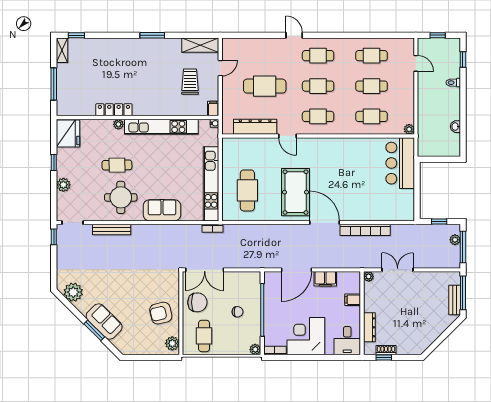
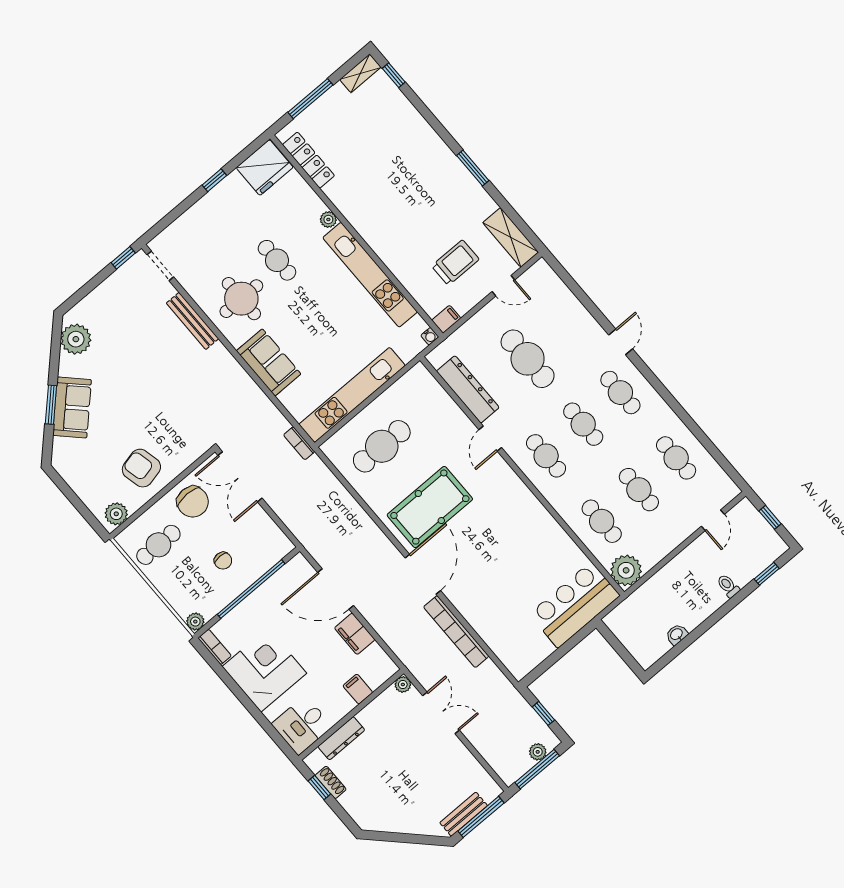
locker: (114, 110) -> (308, 160), moved
plant: (409, 129) -> (626, 570), width x1.88, depth x1.88
plant: (63, 185) -> (197, 215), removed

